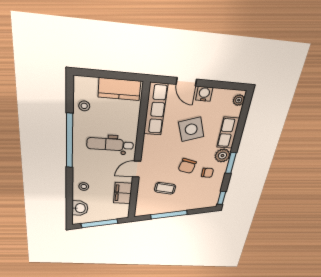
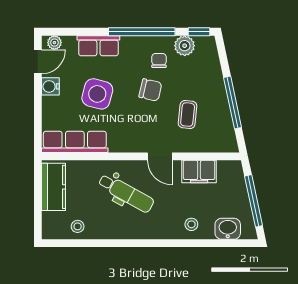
door: (186, 82) -> (38, 62), moved
side table: (191, 129) -> (97, 94), turned 34
window: (70, 141) -> (125, 243), removed
dental chair: (110, 145) -> (126, 193), turned -61
plant: (222, 156) -> (185, 46), moved
window: (231, 163) -> (142, 32), width x2.11

